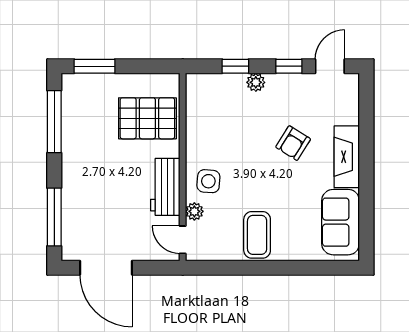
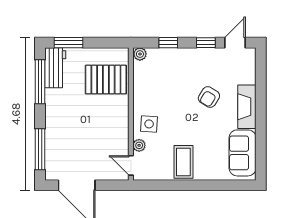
plant: (256, 82) -> (140, 54), moved
workbench: (165, 187) -> (55, 68), moved, turned 180

